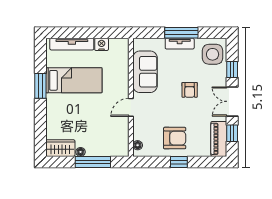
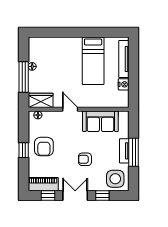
window: (40, 86) -> (88, 32), removed
wardrobe: (60, 148) -> (41, 100), moved, turned -90

